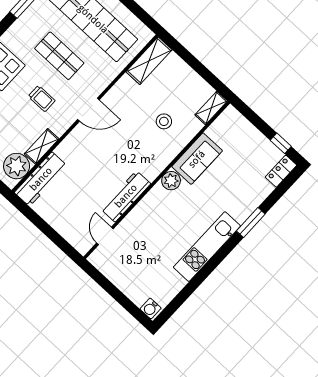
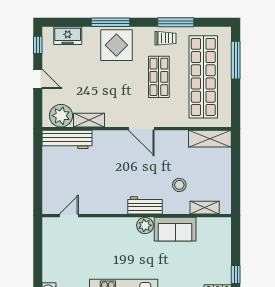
trolley: (42, 98) -> (165, 38), moved, turned -90
shelving: (211, 108) -> (205, 208), moved
workbench: (126, 196) -> (145, 205), moved, width x0.73

